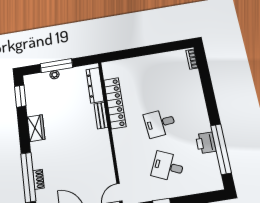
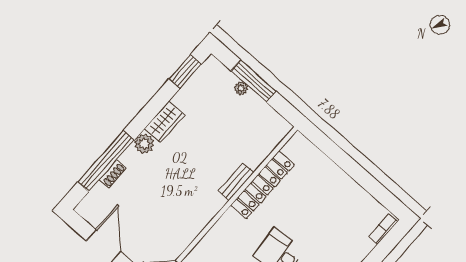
dresser: (95, 85) -> (265, 145), removed
plant: (38, 148) -> (144, 144), added

